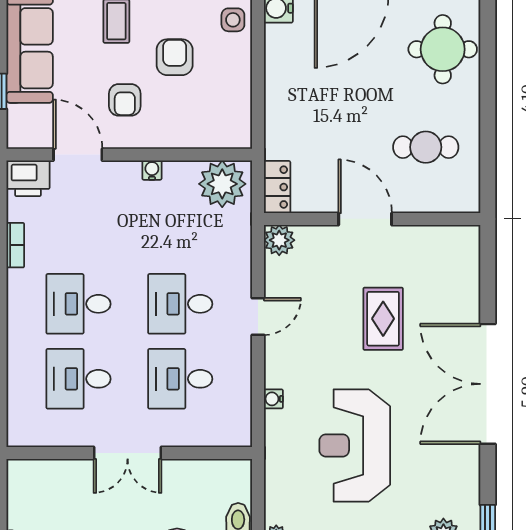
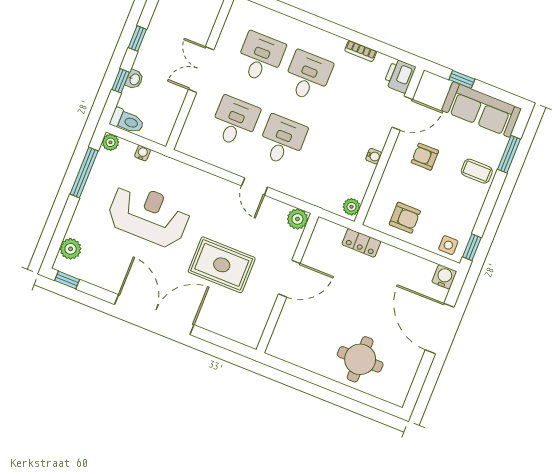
round table: (443, 49) -> (360, 359), moved
armchair: (175, 57) -> (405, 218), moved
cafe table: (426, 147) -> (319, 335), removed
plant: (222, 184) -> (351, 207), width x0.53, depth x0.53
locker: (277, 187) -> (361, 243), moved
rug: (383, 319) -> (222, 265), width x1.36, depth x1.43
water cooler: (273, 399) -> (142, 153), moved

